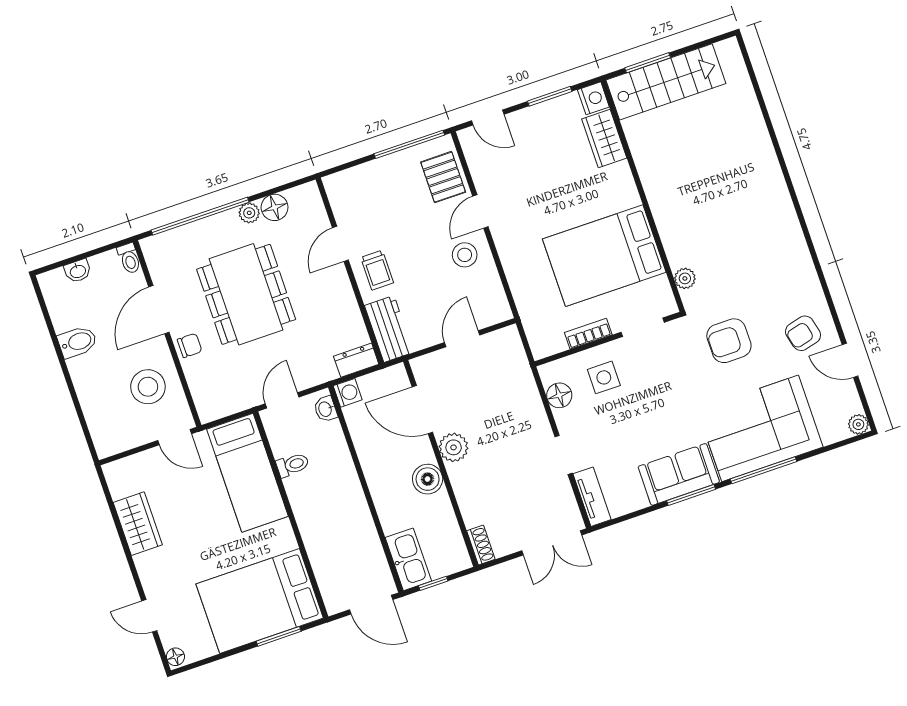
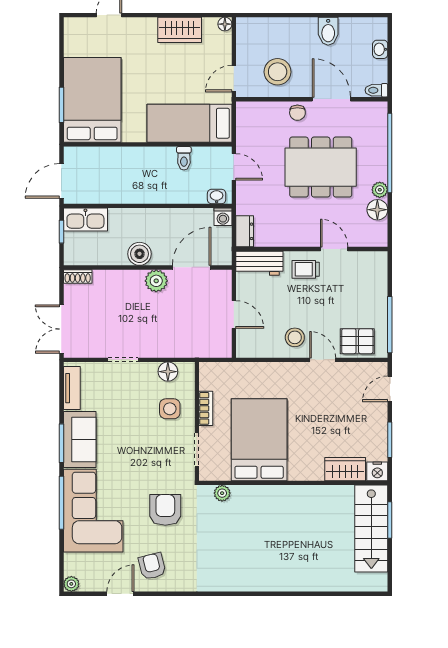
tv unit: (592, 497) -> (72, 388), moved, turned -90
floor lamp: (175, 657) -> (225, 24), moved

